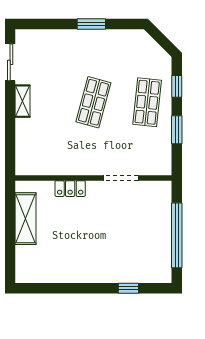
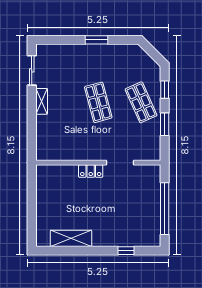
shop shelf: (93, 102) -> (98, 102), turned -30
shop shelf: (147, 102) -> (141, 102), turned -30
locker: (70, 189) -> (91, 171), moved
shelving: (26, 219) -> (71, 238), moved, turned 90

